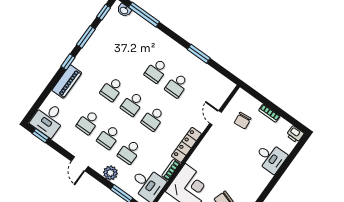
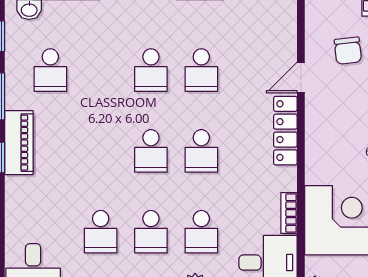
piano: (67, 82) -> (19, 143), moved
school desk: (112, 89) -> (50, 70), moved
door: (215, 118) -> (301, 77), hinge flipped
locker: (186, 145) -> (285, 131), moved

